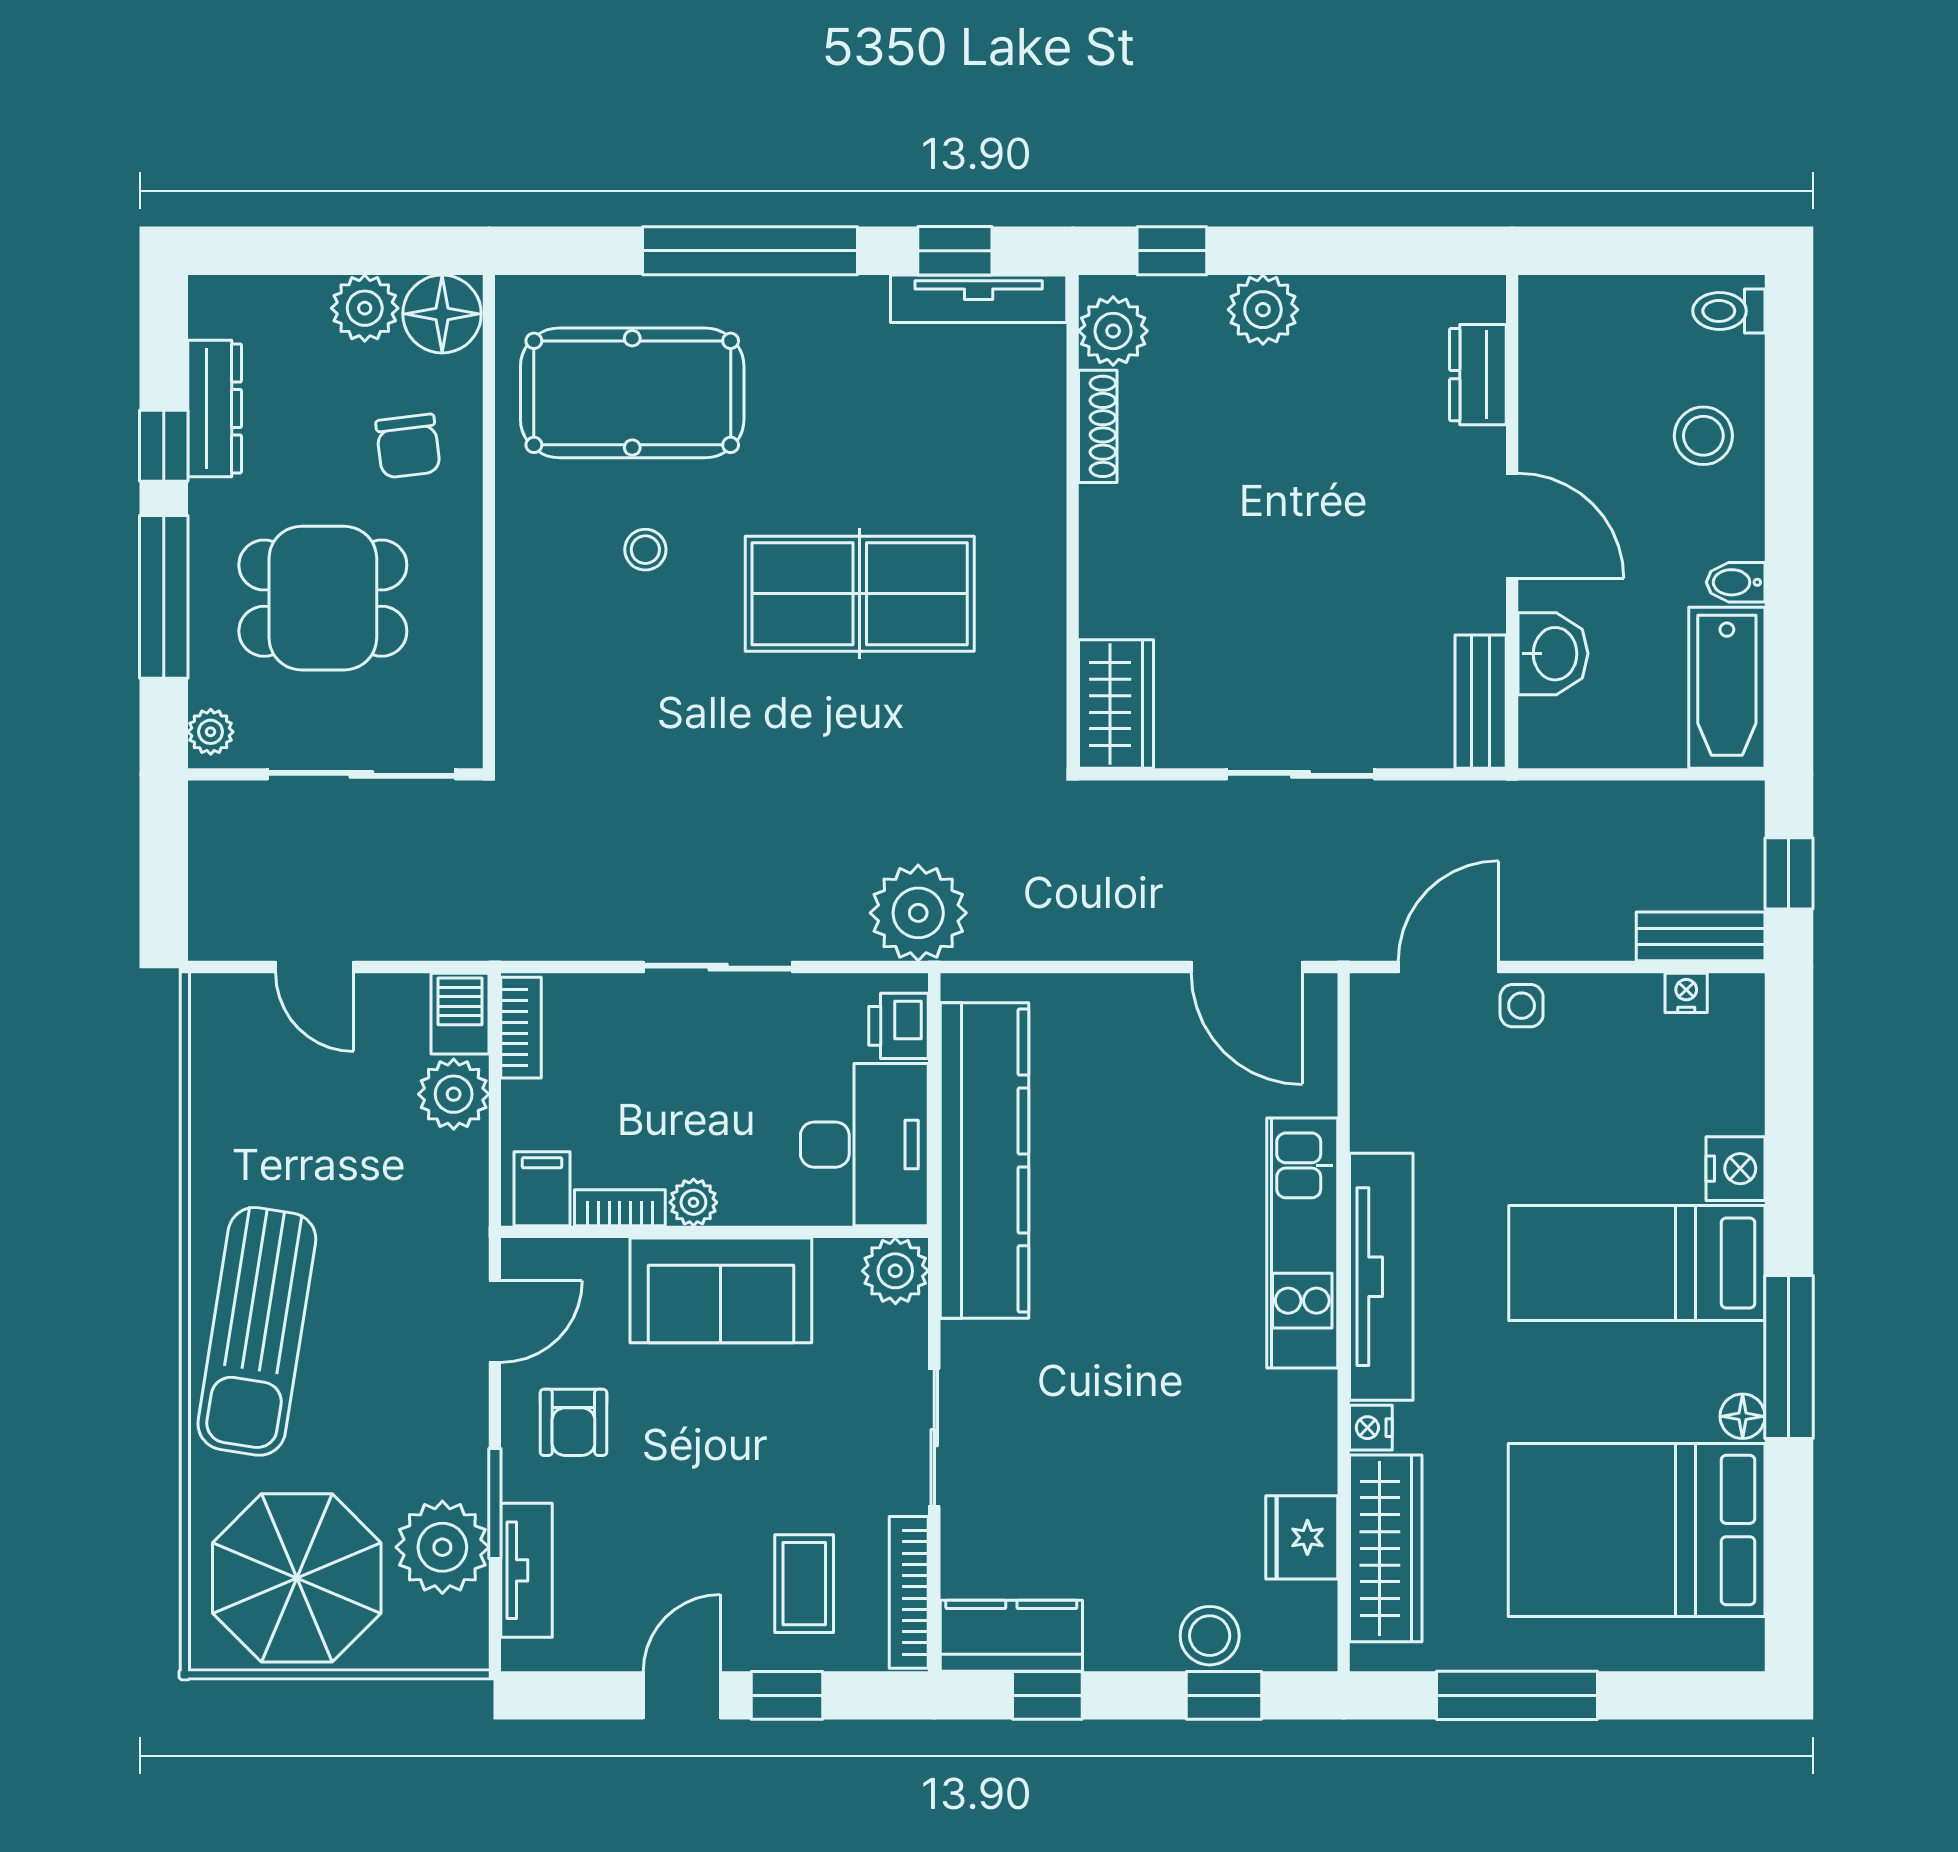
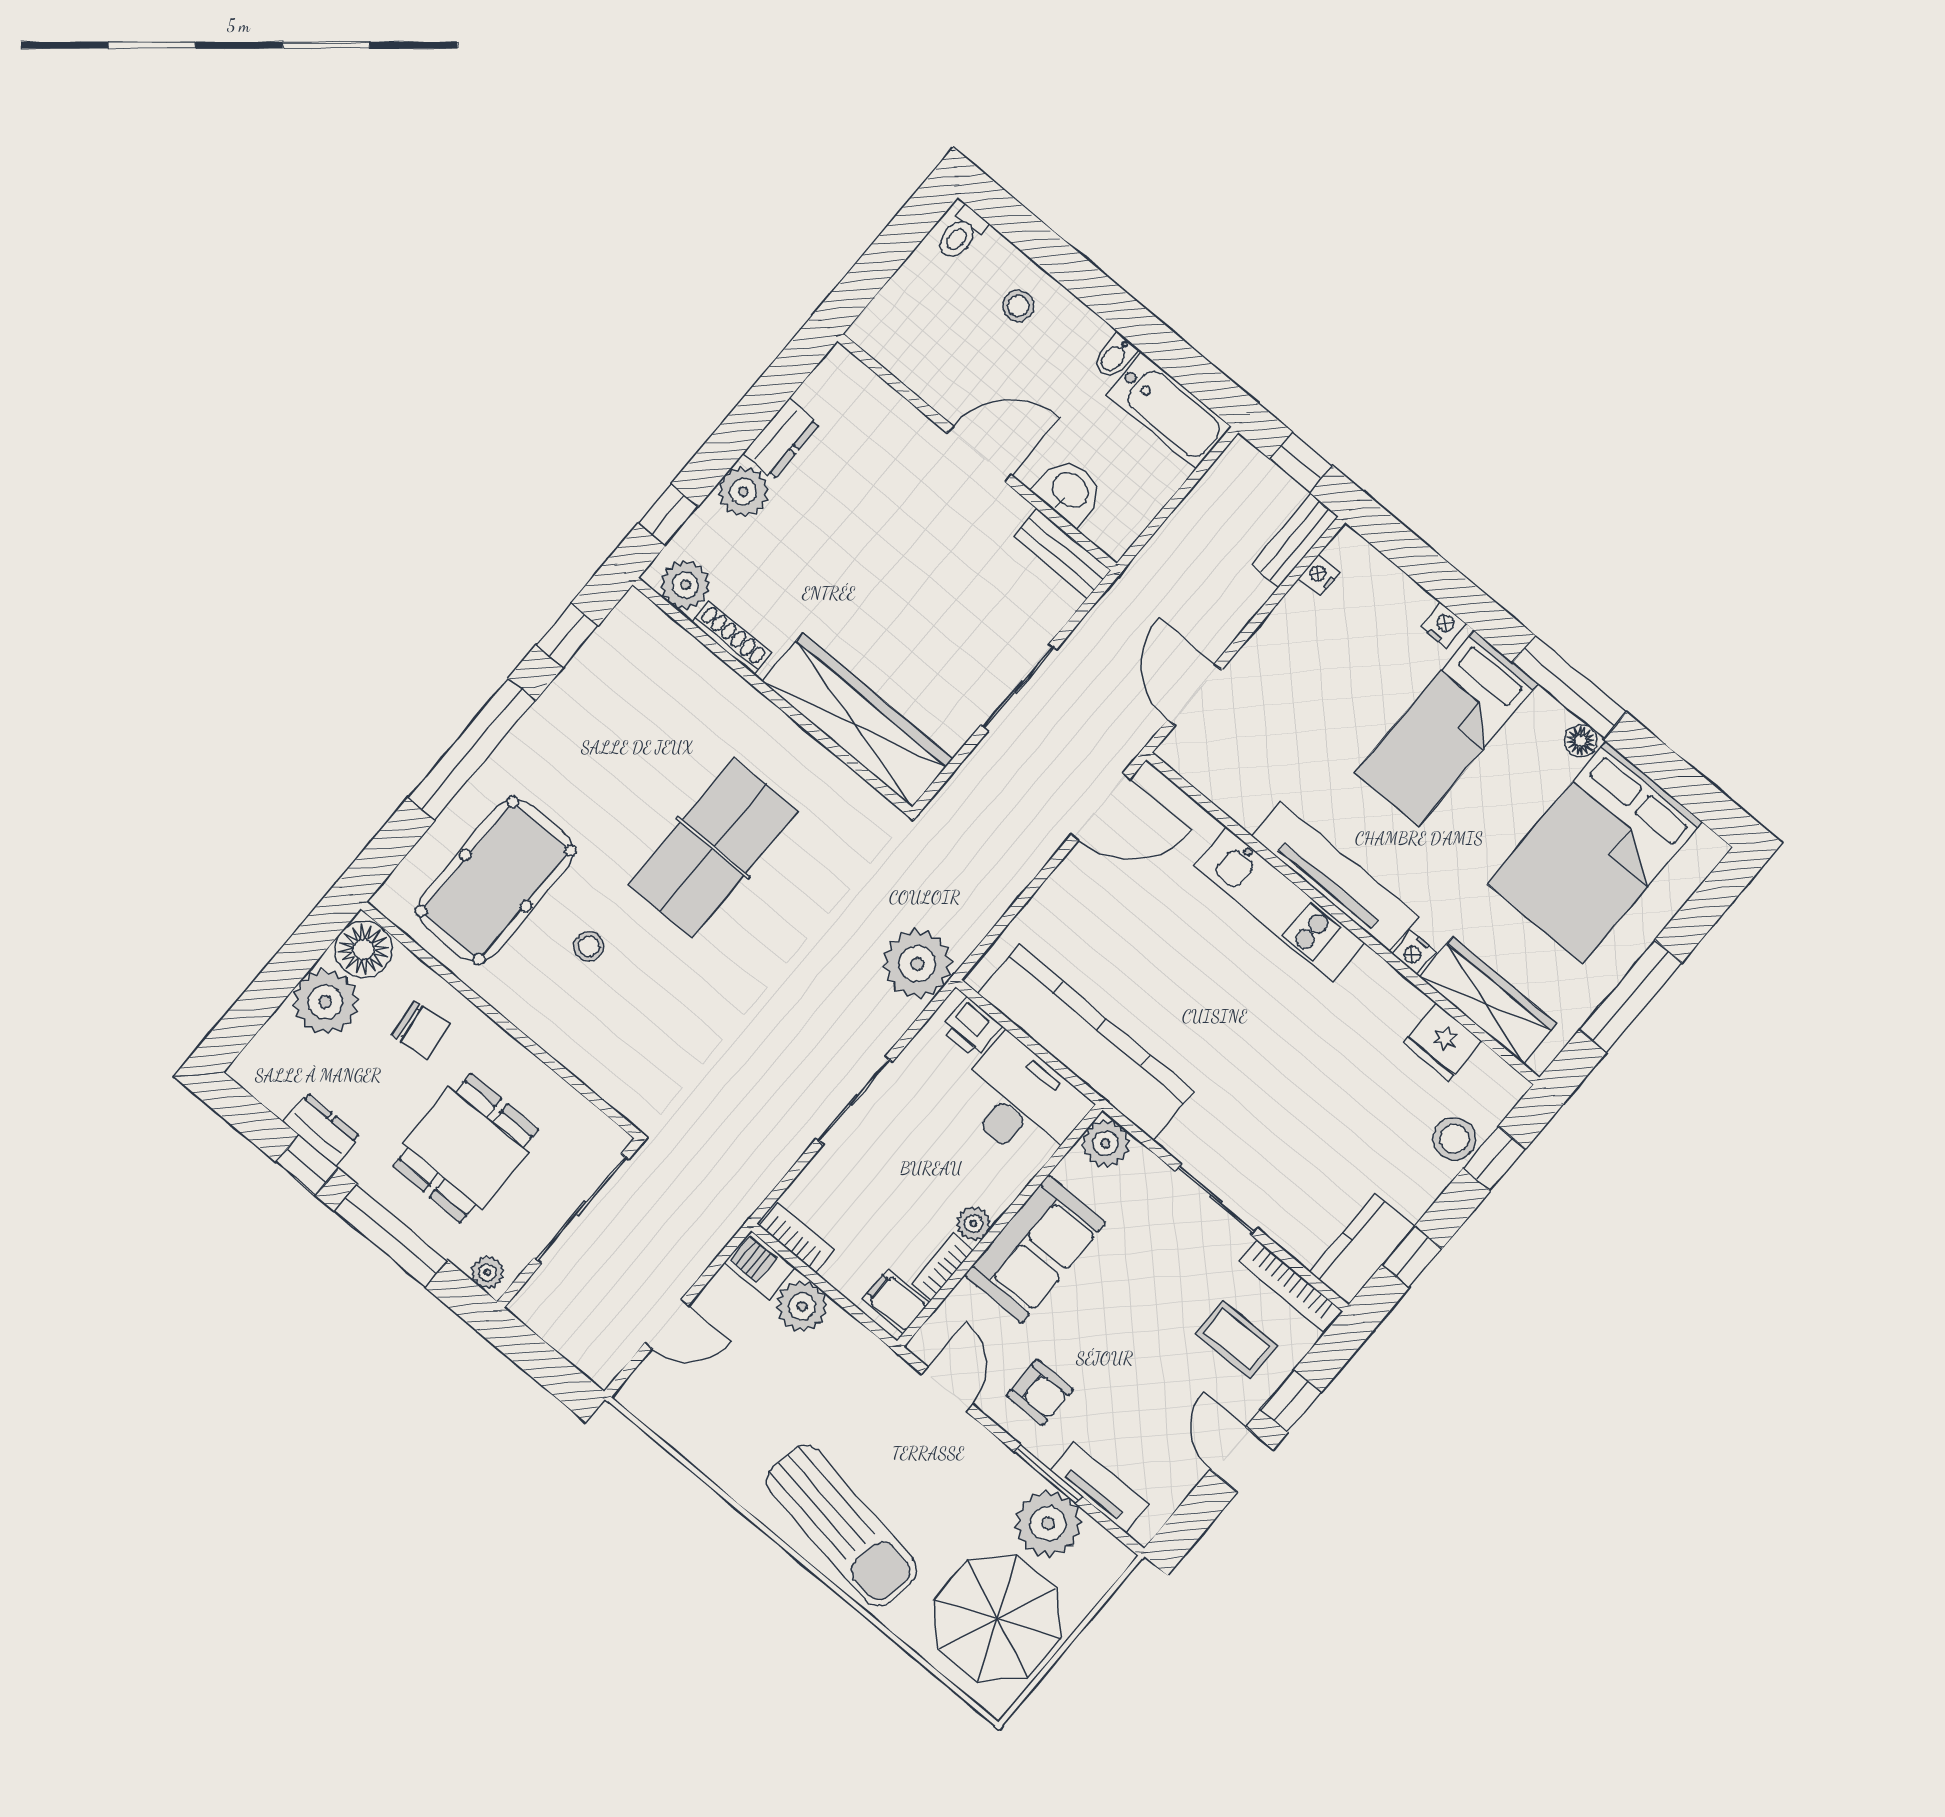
tv unit: (979, 299) -> (605, 644), removed
plant: (365, 308) -> (325, 1002), width x1.36, depth x1.36
dresser: (1478, 375) -> (781, 439), moved, turned -90
dresser: (215, 408) -> (321, 1129), width x0.70
stool: (1703, 436) -> (1018, 306), width x0.73, depth x0.73
wardrobe: (1116, 704) -> (857, 720), width x2.10, depth x1.17
side table: (1522, 1006) -> (1250, 672), removed
nightstand: (1736, 1169) -> (1444, 625), width x0.72, depth x0.74

